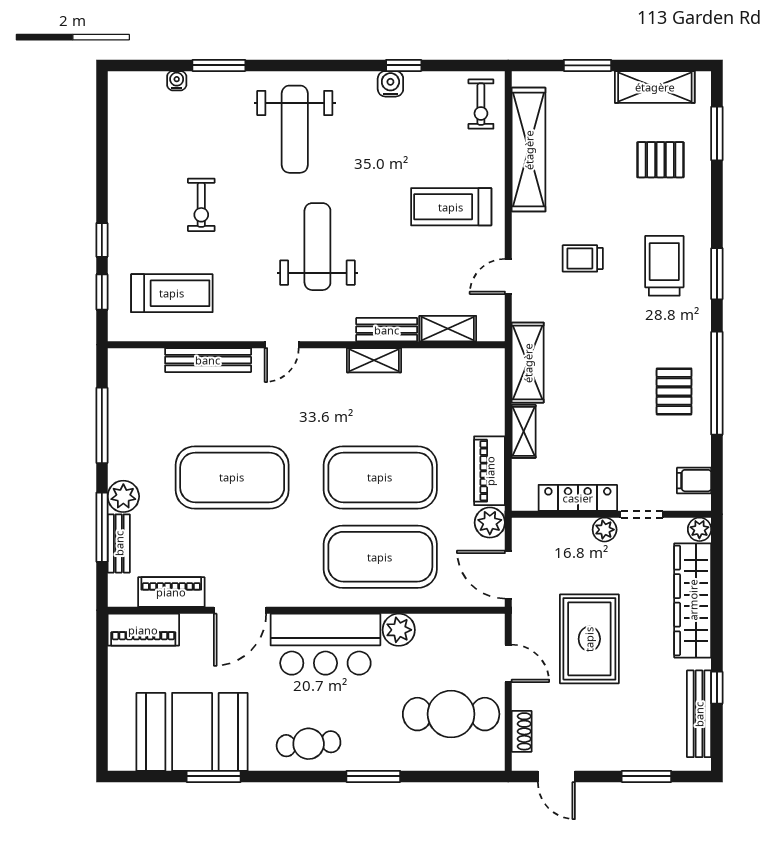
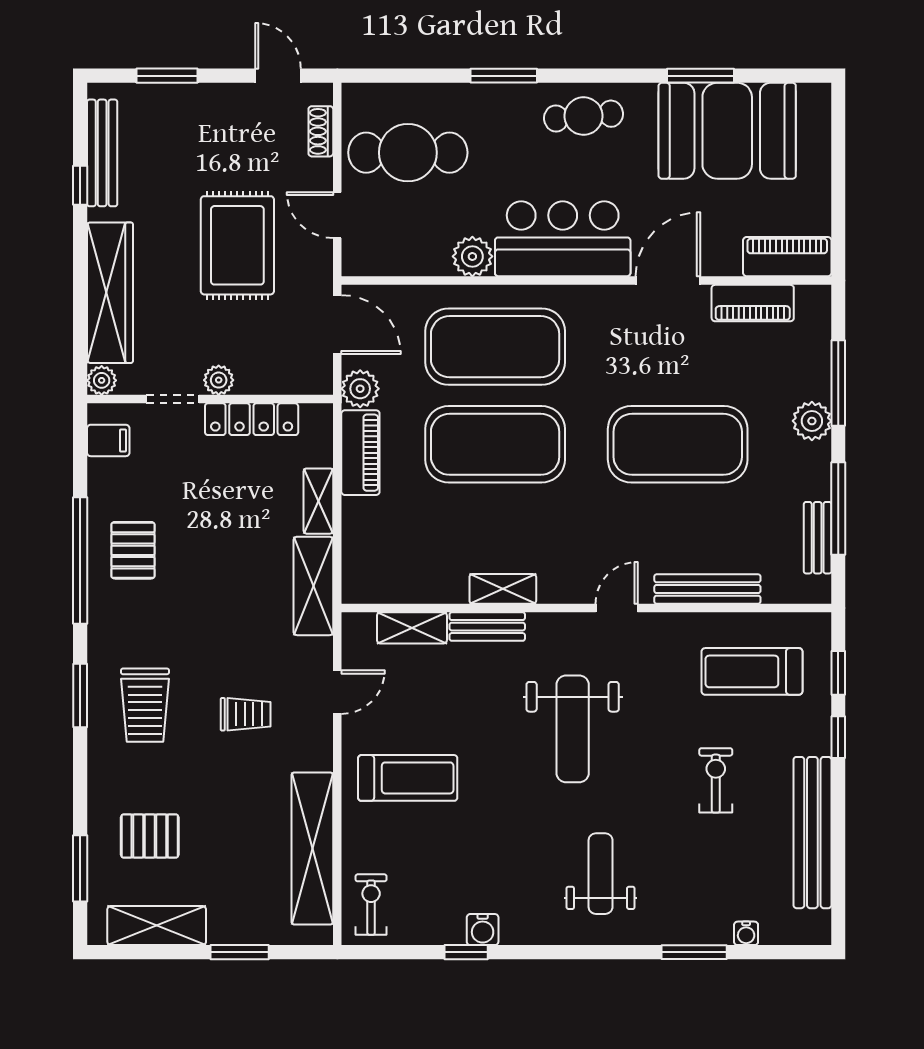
weight bench: (295, 129) -> (601, 874), width x0.73, depth x0.75
bench: (123, 163) -> (812, 833), added
bench: (119, 543) -> (818, 538), moved

